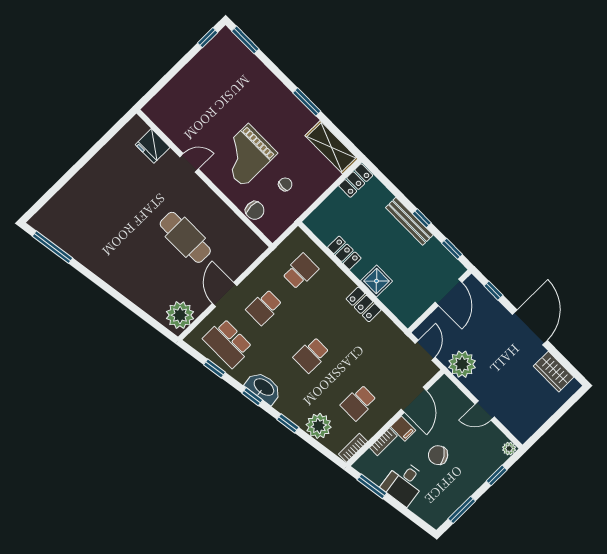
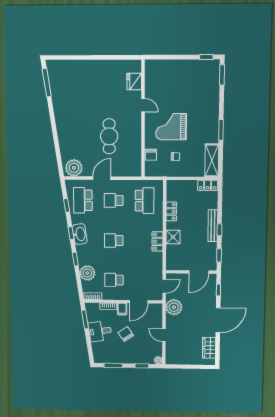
school desk: (300, 271) -> (145, 201), width x1.85

